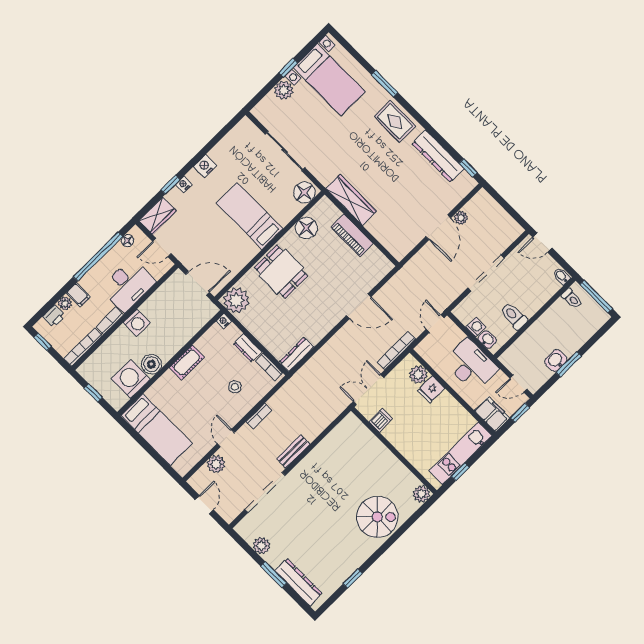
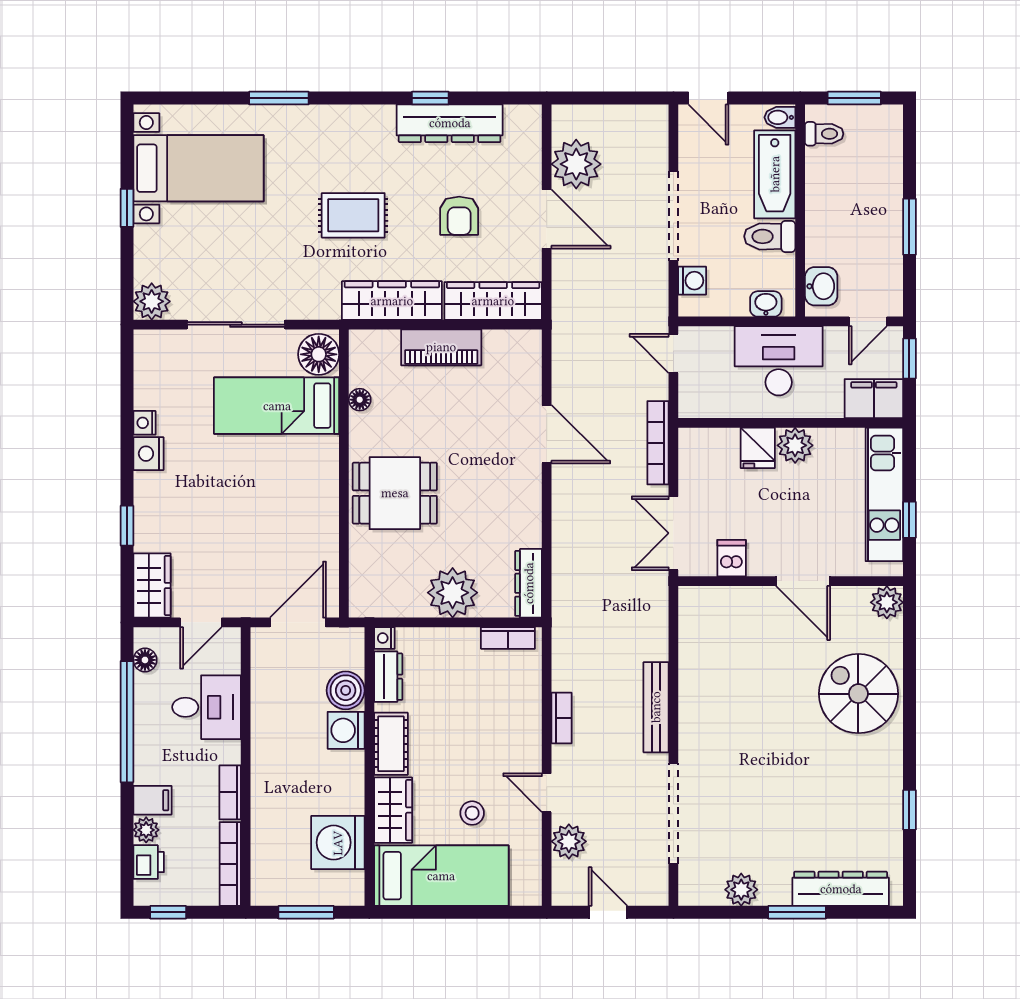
plant: (284, 90) -> (152, 301), moved
rug: (395, 121) -> (353, 215), moved
window: (468, 168) -> (430, 98), moved
nightstand: (184, 184) -> (144, 423), moved
armchair: (407, 194) -> (459, 216), added
bed: (250, 216) -> (277, 406), moved
plant: (461, 218) -> (576, 164), width x1.87, depth x1.87
floor lamp: (306, 228) -> (360, 400), width x0.53, depth x0.53
wardrobe: (388, 238) -> (493, 301), added
door: (542, 243) -> (708, 98), hinge flipped
desk: (128, 285) -> (207, 707), width x0.73
bathtub: (539, 295) -> (775, 174), added
window: (596, 297) -> (854, 98), width x0.69
plant: (236, 300) -> (453, 593), moved
door: (359, 306) -> (547, 434), hinge flipped
washing machine: (137, 323) -> (346, 730), moved, turned 180
washing machine: (476, 327) -> (692, 281), moved, turned 90
dresser: (248, 348) -> (388, 677), moved, turned -90
washbasin: (556, 361) -> (821, 286), moved, turned 180
boiler: (151, 364) -> (346, 690), moved
plant: (418, 375) -> (795, 445), moved
stool: (235, 387) -> (472, 813), moved
wardrobe: (163, 388) -> (393, 810), added
window: (93, 393) -> (306, 912), width x1.50
bench: (293, 451) -> (656, 707), width x1.36
door: (398, 455) -> (803, 581), added
spiral stairs: (377, 517) -> (858, 694), turned -90

